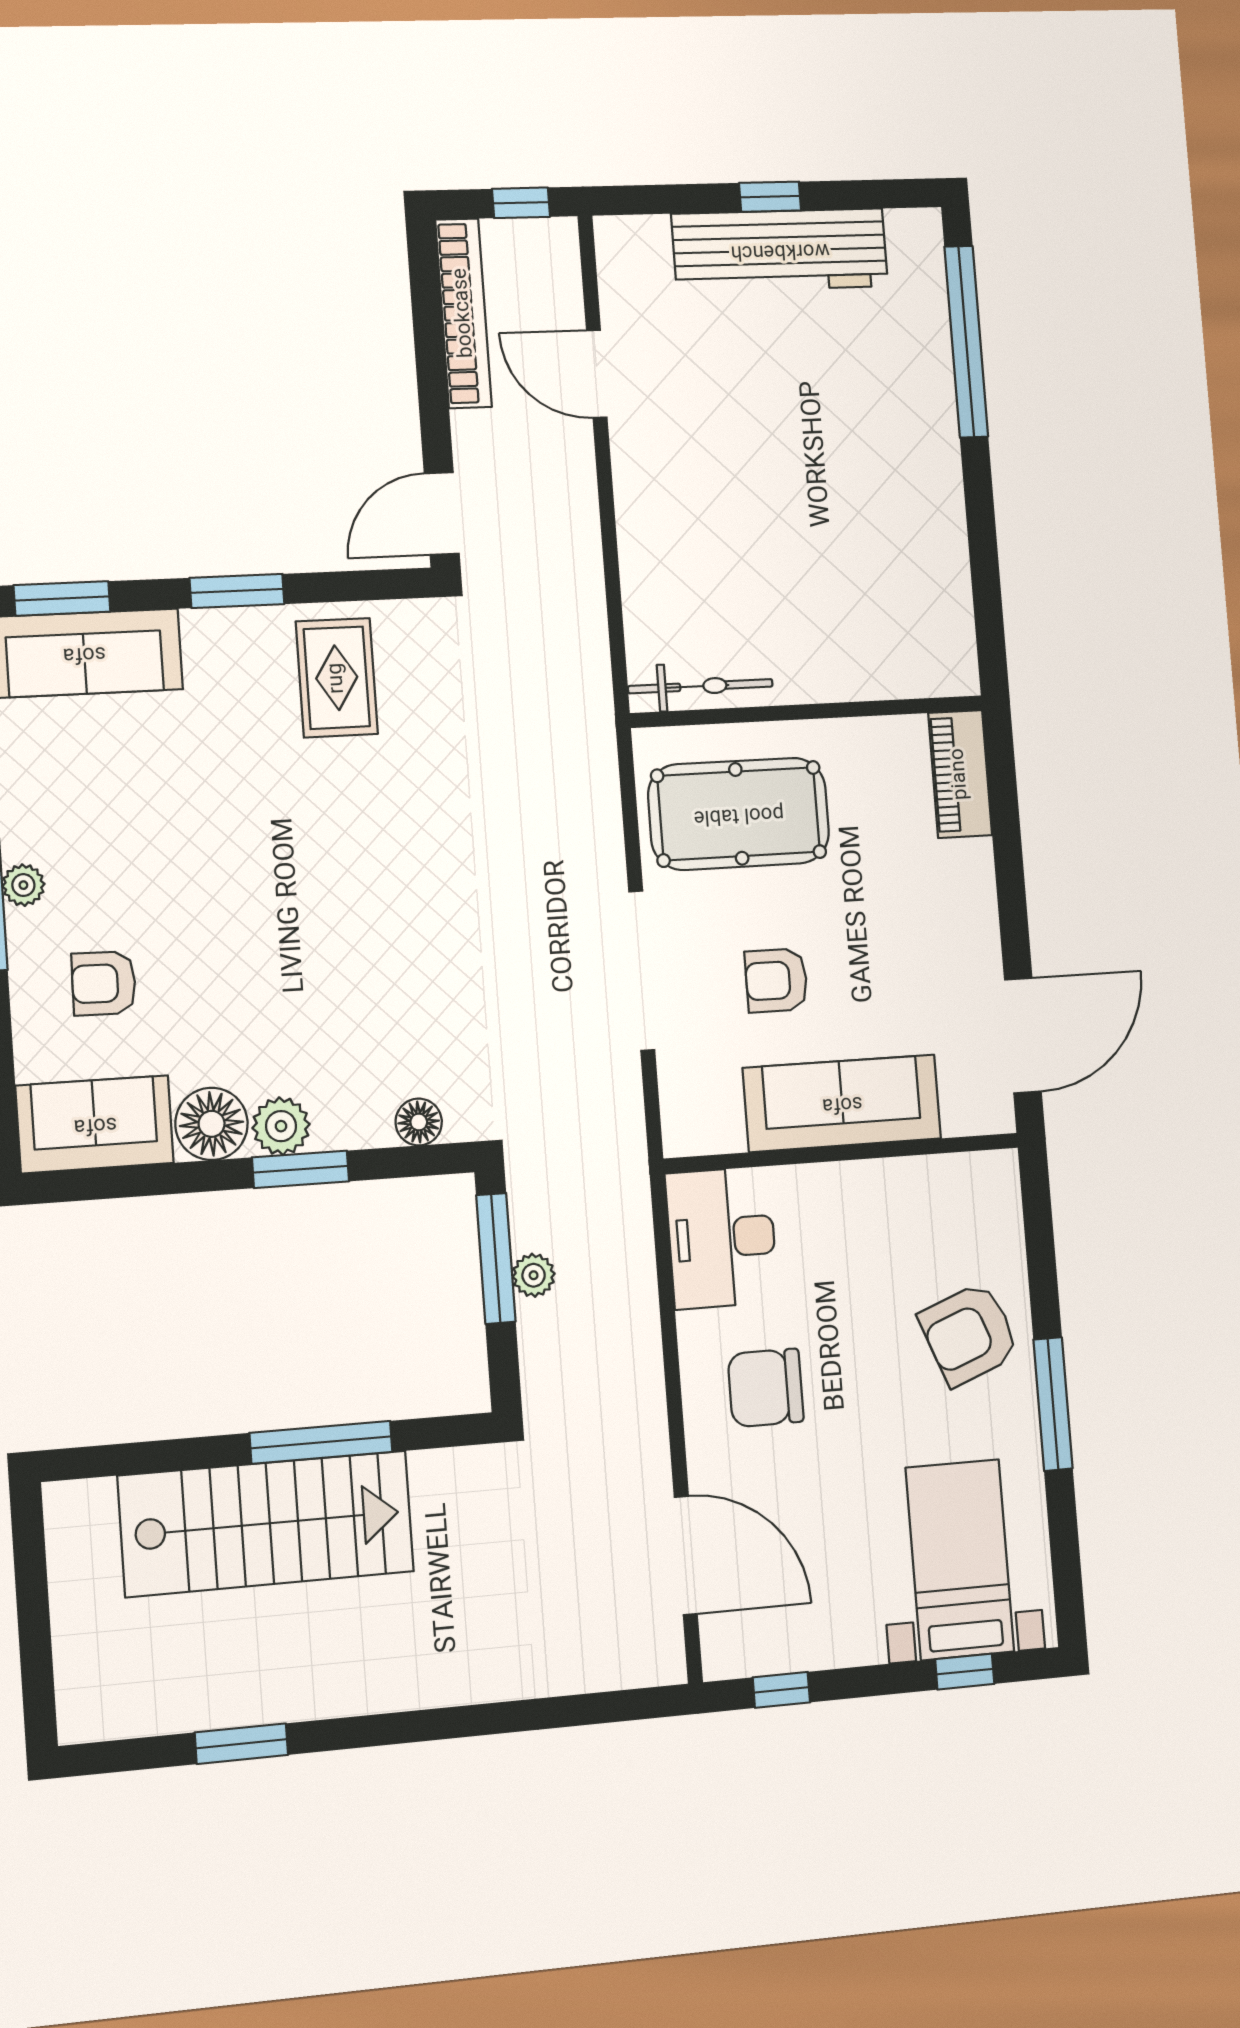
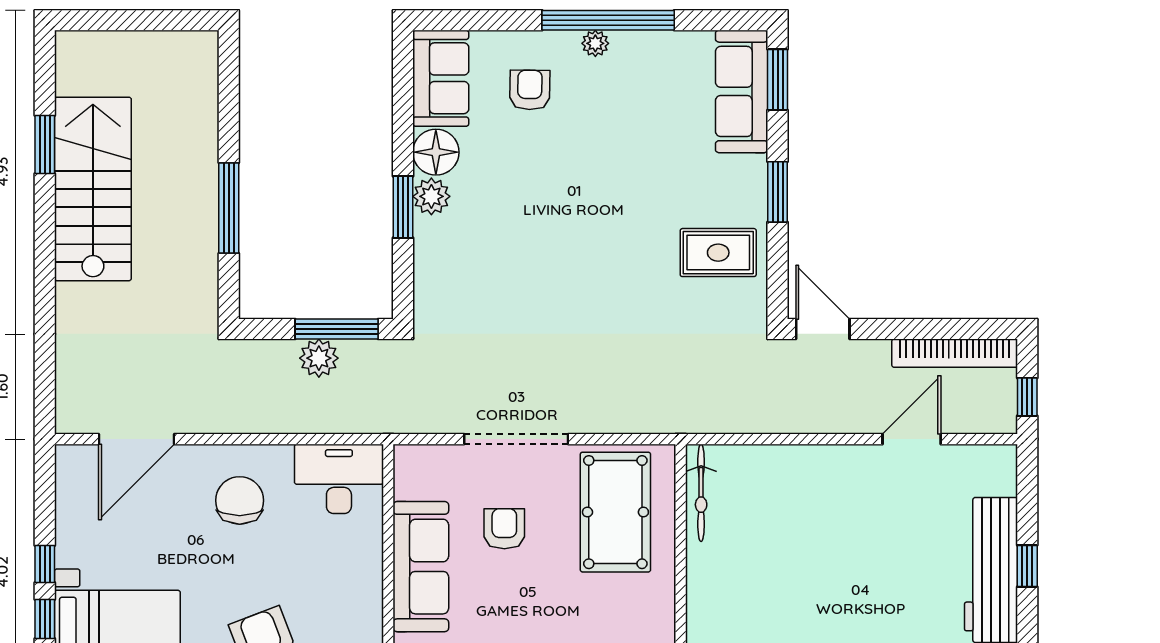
floor lamp: (419, 1122) -> (428, 285), removed
plant: (534, 1275) -> (319, 358), width x1.38, depth x1.38
stairs: (266, 1524) -> (93, 189), moved, turned 180
window: (781, 1690) -> (45, 564), moved

